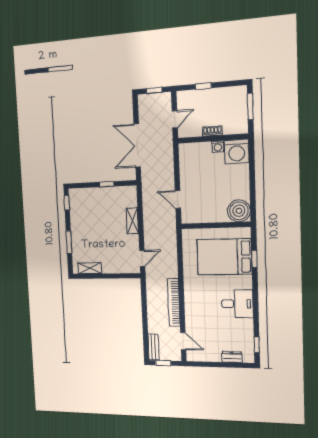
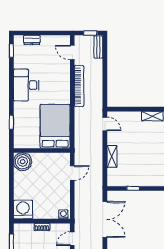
washing machine: (218, 147) -> (63, 214), moved
door: (178, 200) -> (72, 173), hinge flipped
bed: (224, 257) -> (55, 126), moved, turned -90
door: (142, 258) -> (105, 124), swing flipped
desk: (237, 304) -> (26, 85), width x1.37

